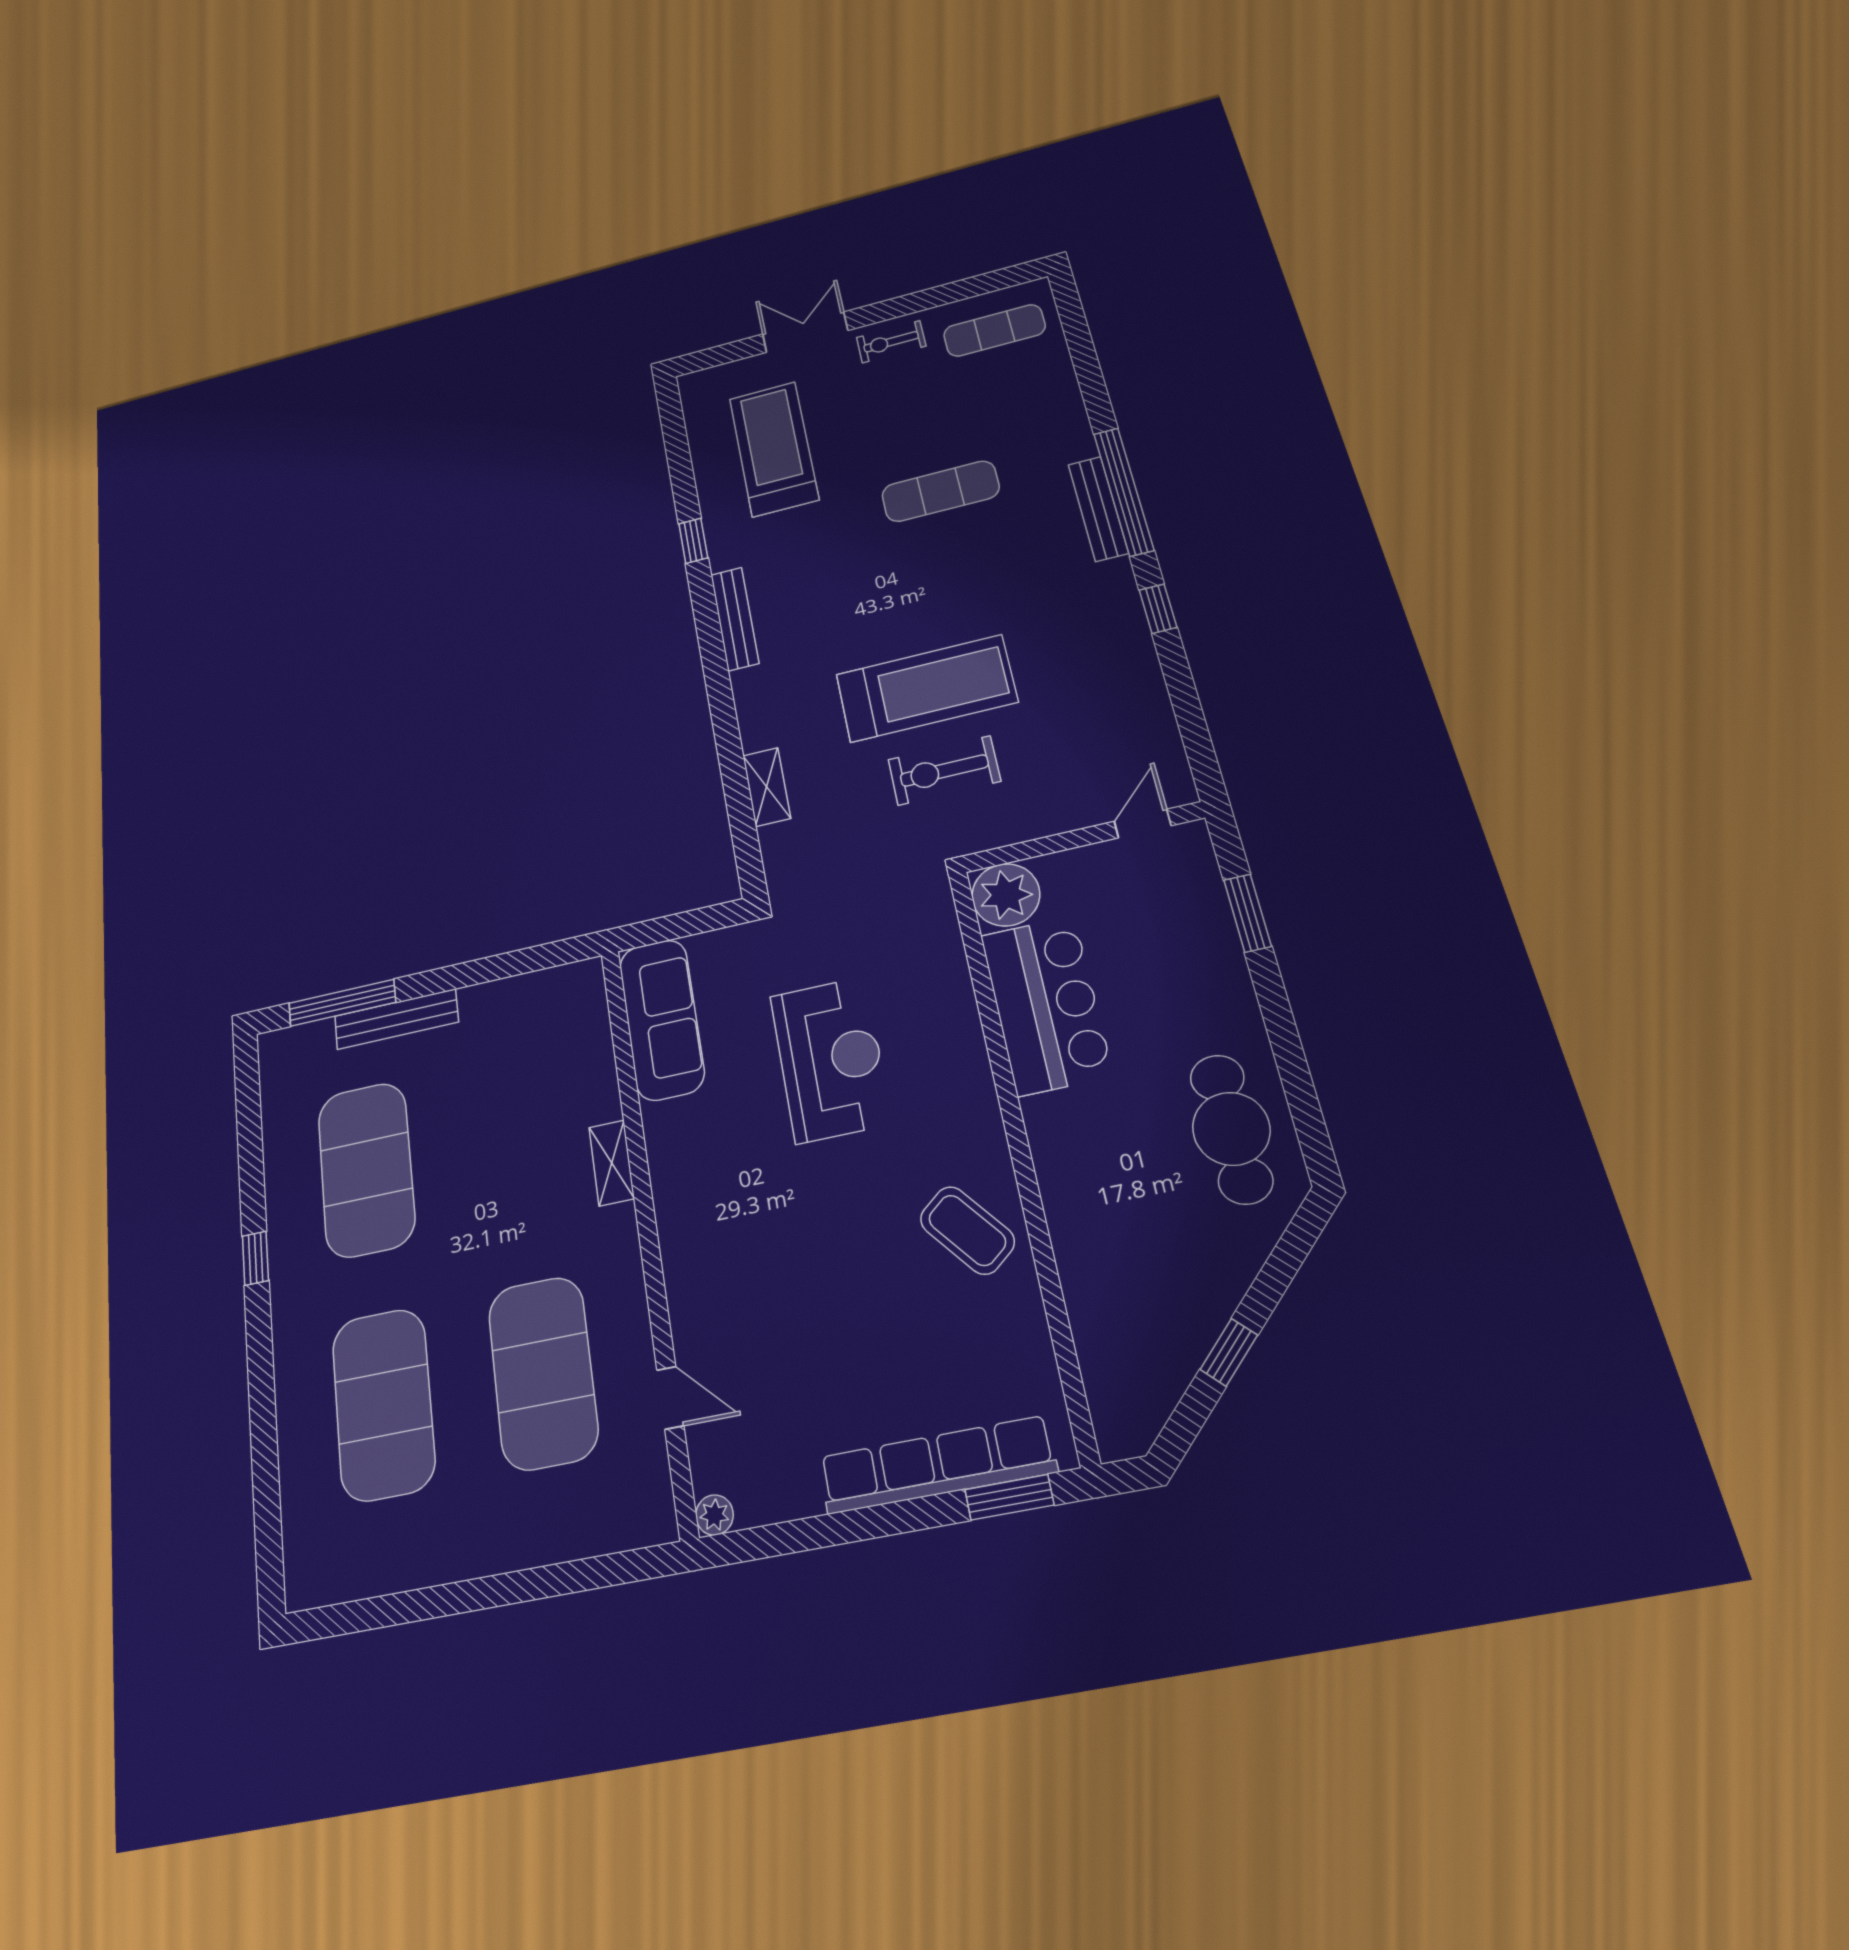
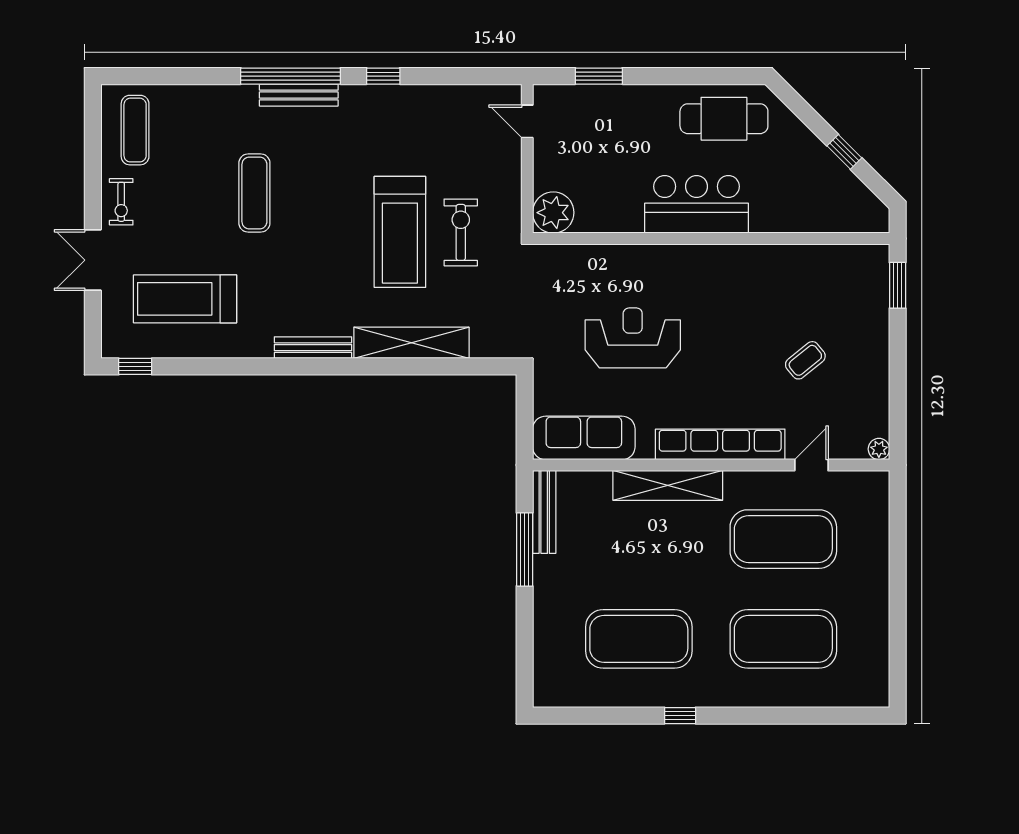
window: (693, 541) -> (135, 366), moved
treadmill: (926, 688) -> (400, 232), turned 180
exercise bike: (944, 770) -> (461, 232), turned 180
shelving: (767, 787) -> (411, 343), width x2.20, depth x1.33
window: (342, 1003) -> (525, 549), moved
bar counter: (1046, 1005) -> (697, 204), moved
bench: (396, 1019) -> (544, 512), moved
shelving: (612, 1163) -> (668, 485), width x2.20, depth x1.33
coffee table: (967, 1230) -> (805, 360), moved, width x0.73, depth x0.77
row of seats: (937, 1465) -> (720, 444), moved, turned 90

